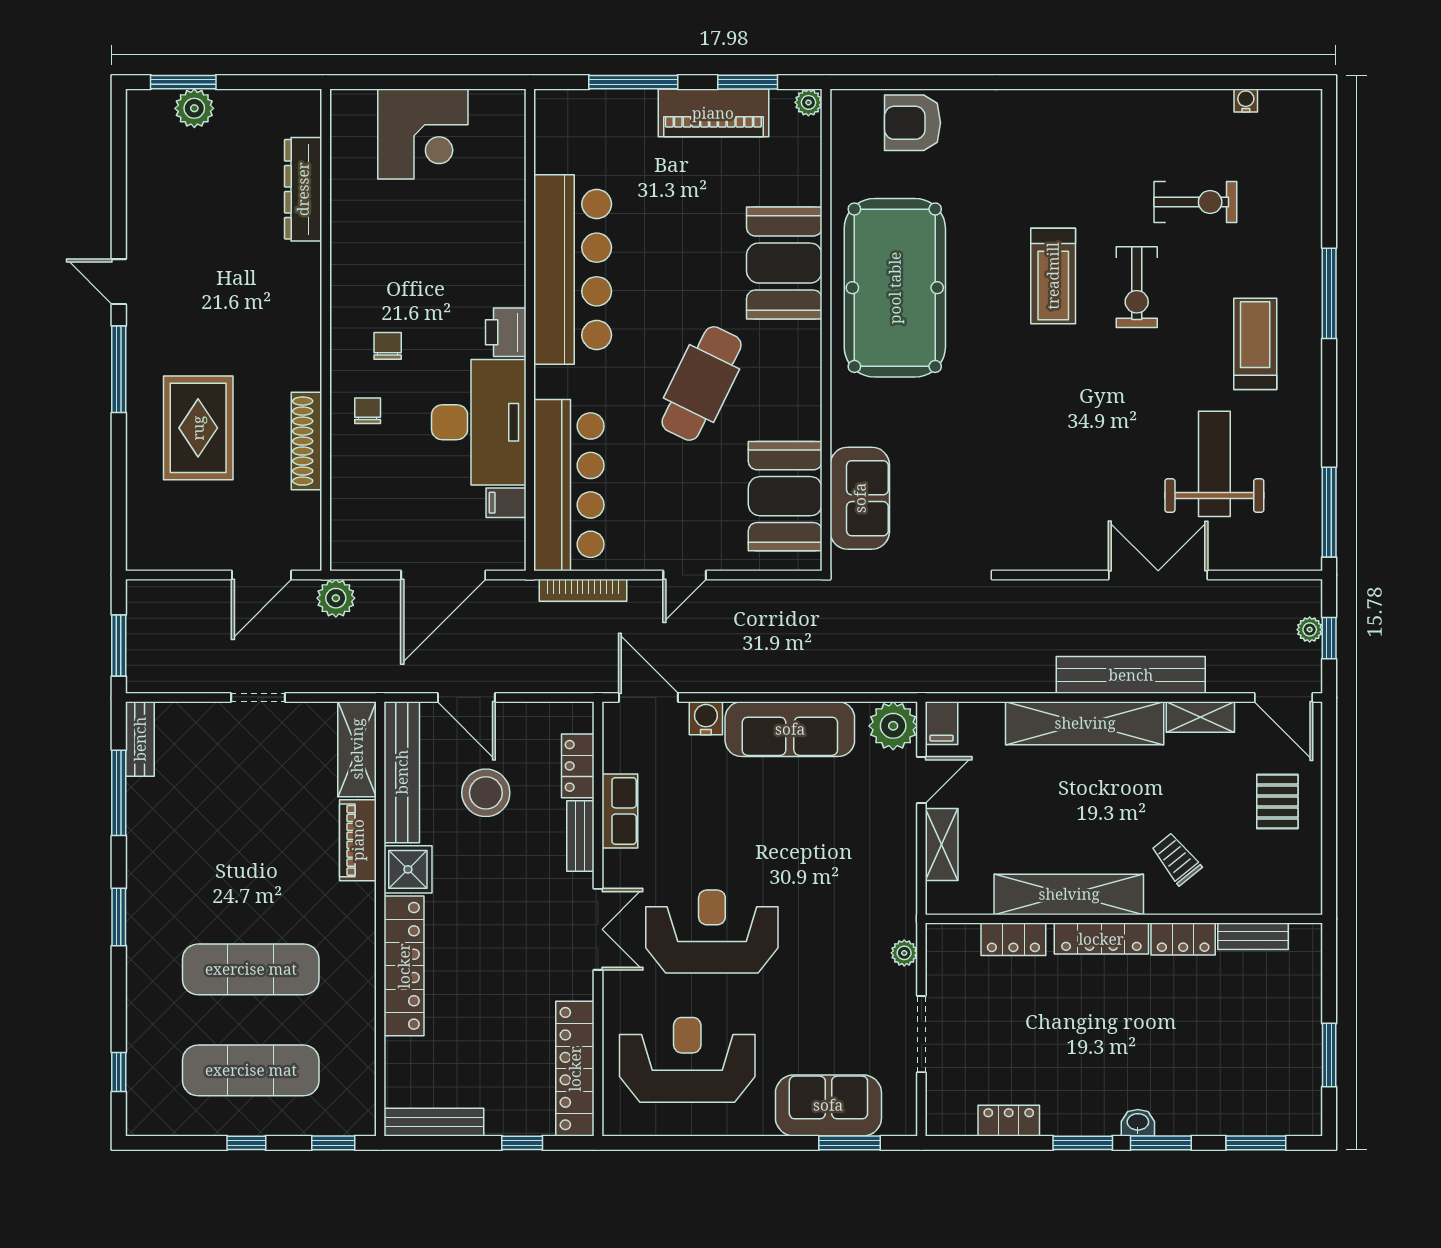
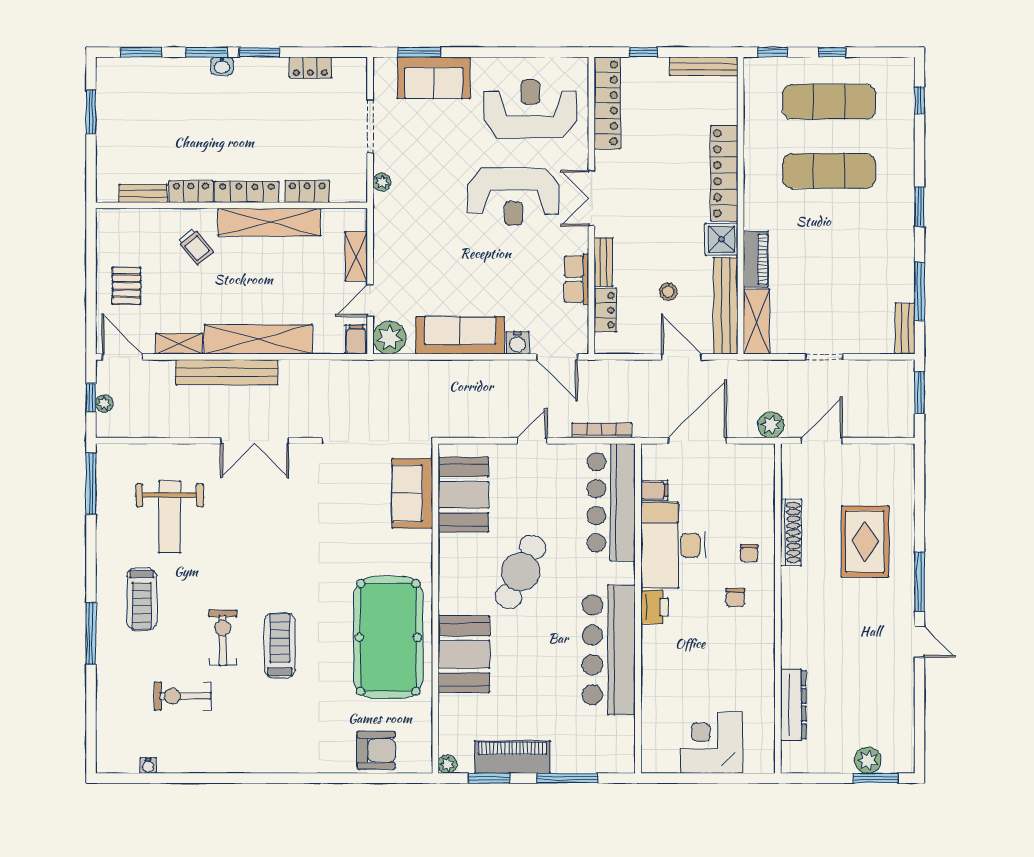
double door: (1158, 575) -> (255, 441), moved
stool: (486, 793) -> (668, 292), width x0.53, depth x0.53
reception desk: (687, 1060) -> (530, 109), turned 180

